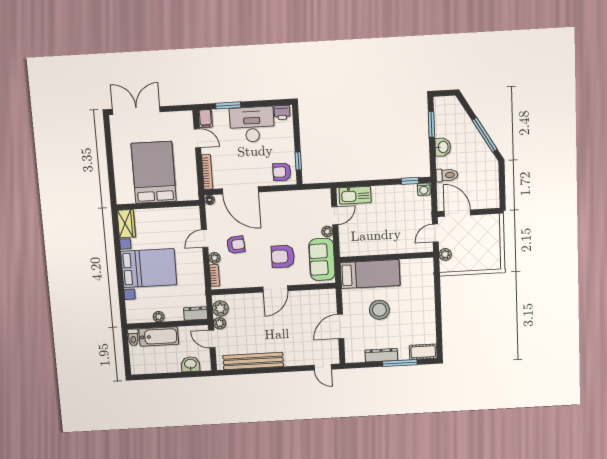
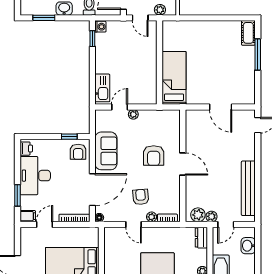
door: (335, 216) -> (120, 107), hinge flipped
sofa: (322, 259) -> (106, 151), moved, turned -90
stool: (379, 310) -> (207, 71), removed
dresser: (381, 355) -> (249, 71), removed

